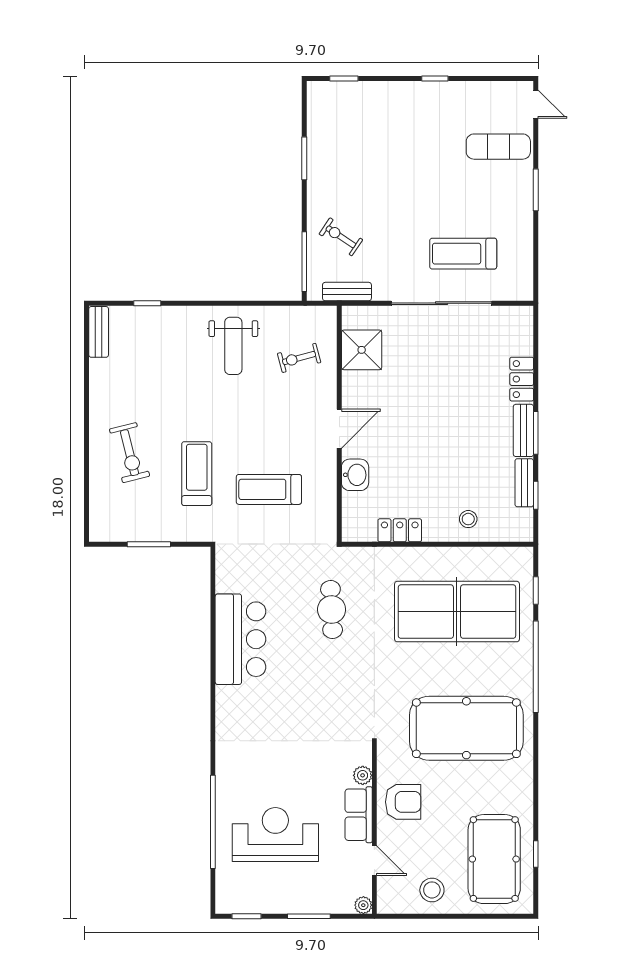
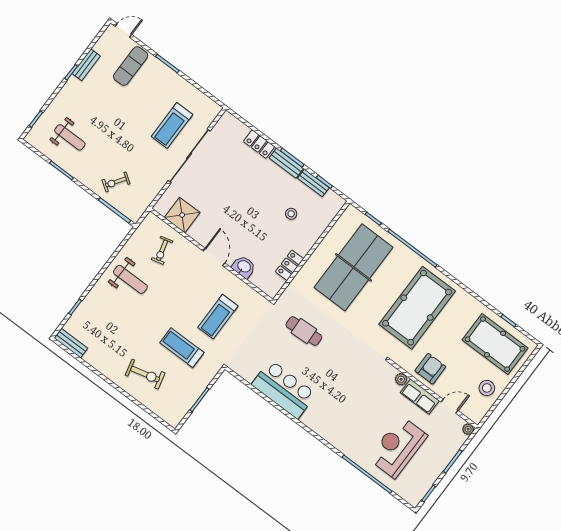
weight bench: (353, 138) -> (70, 137), added
bench: (347, 292) -> (86, 65), moved
stool: (468, 519) -> (291, 214), moved

